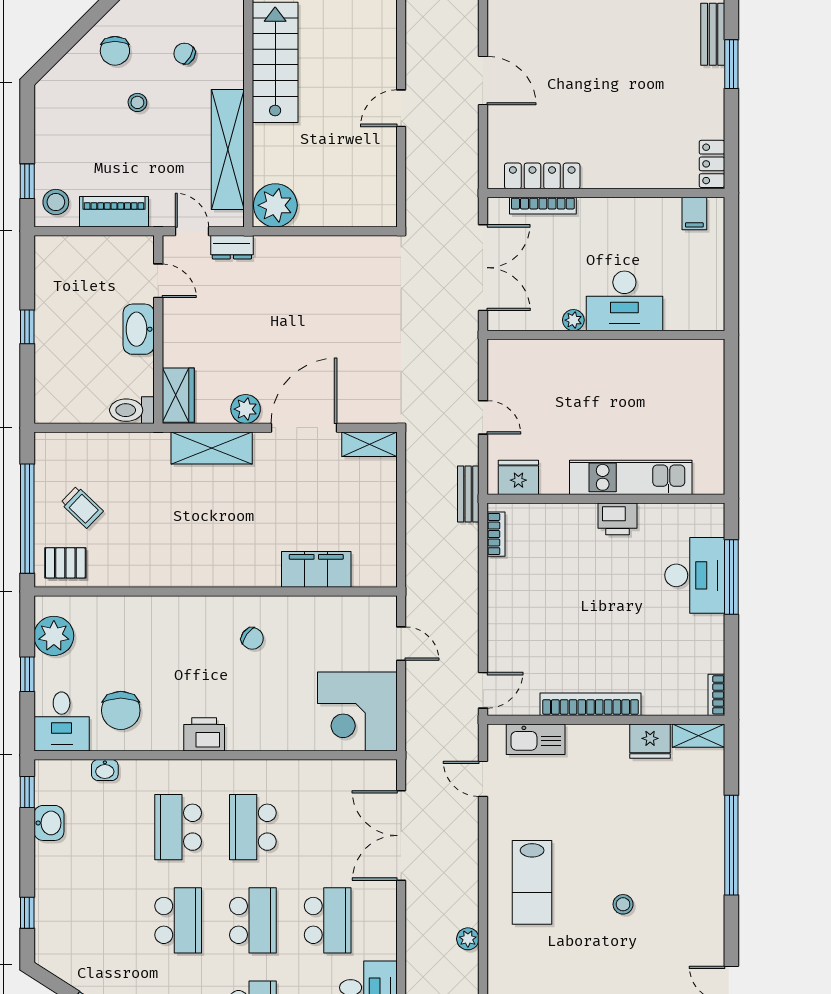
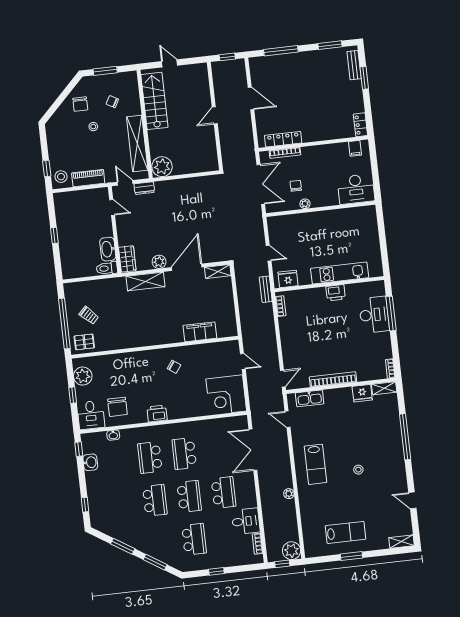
chair: (558, 279) -> (296, 186), added
desk: (624, 301) -> (356, 189), moved
washbasin: (139, 329) -> (108, 249), moved

